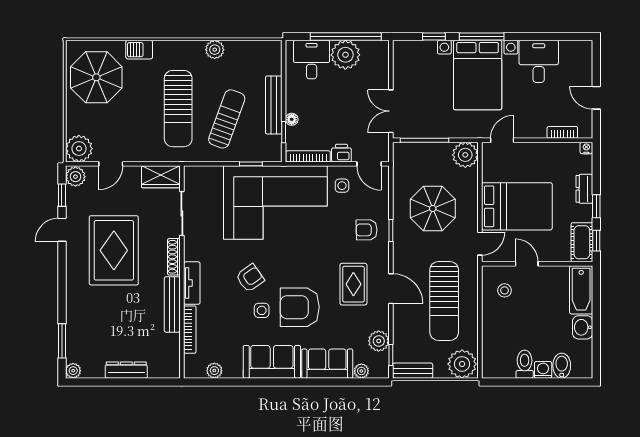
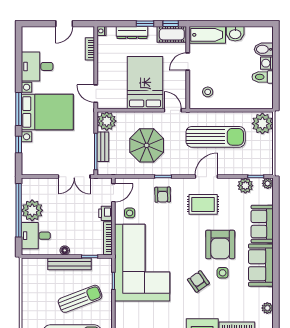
plant: (215, 50) -> (28, 308), removed
sun lounger: (227, 119) -> (80, 299), turned 139
floor lamp: (292, 119) -> (65, 250), moved
dresser: (584, 189) -> (132, 32), width x1.44
door: (527, 264) -> (188, 62), moved
plant: (361, 371) -> (268, 183), moved
bench: (413, 371) -> (103, 147), moved

